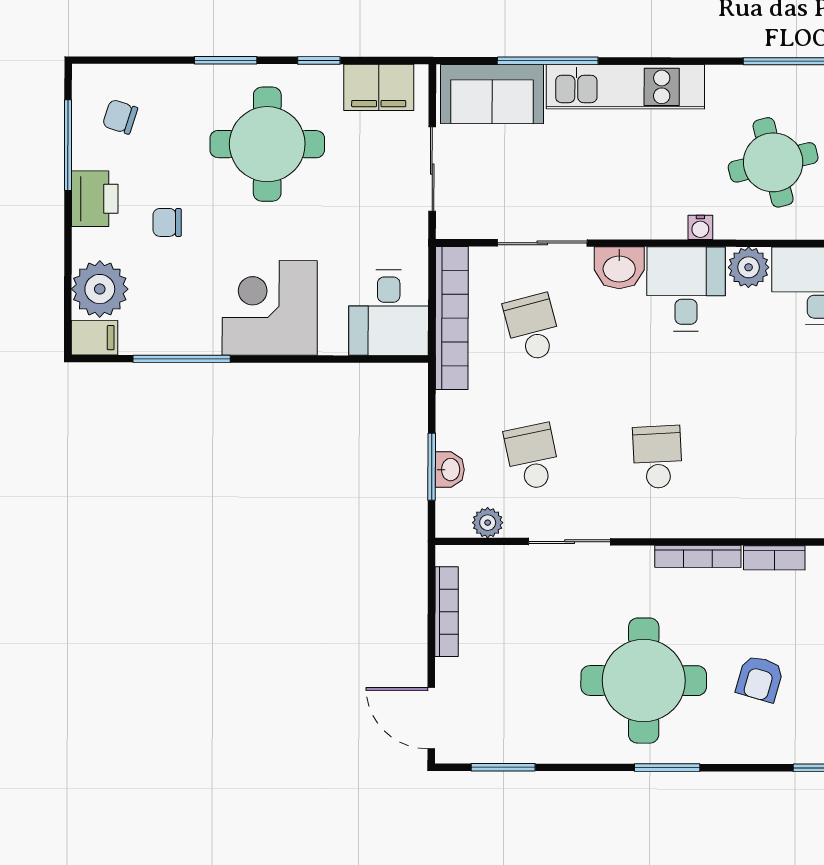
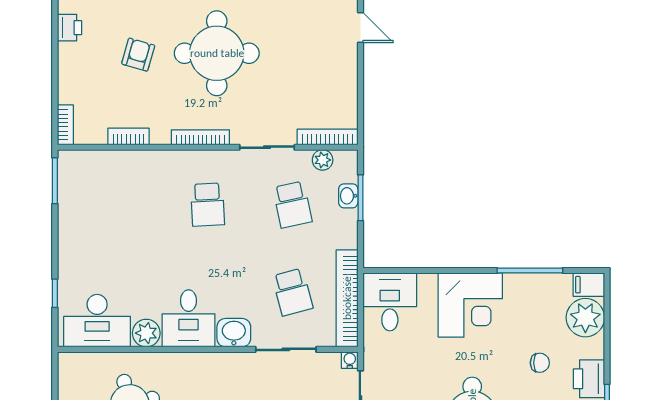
water cooler: (700, 227) -> (350, 360), moved
bookcase: (698, 556) -> (200, 137), moved
bookcase: (447, 612) -> (328, 137), moved, turned 90
door: (431, 718) -> (360, 28), width x0.73

